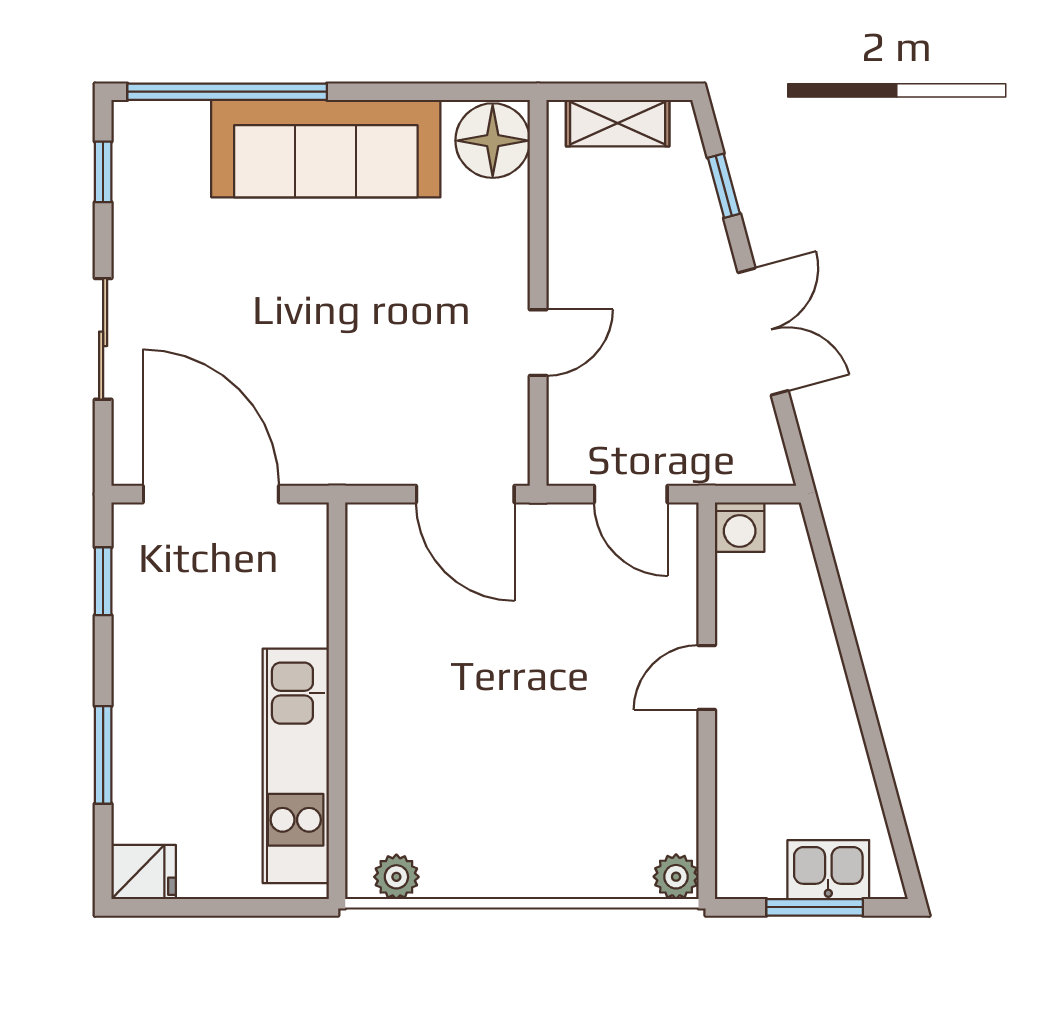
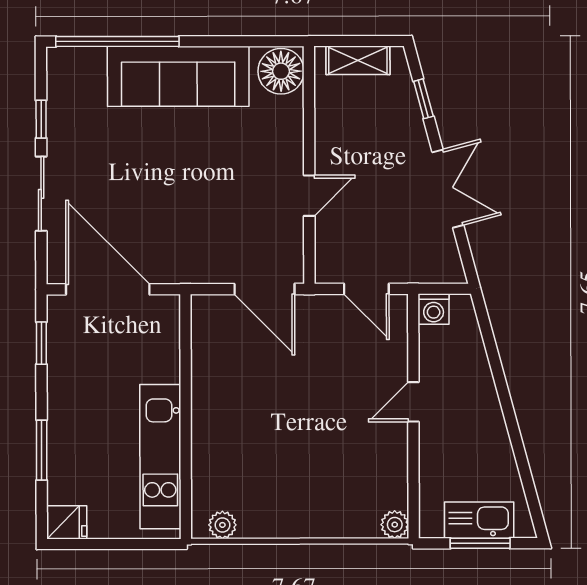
window: (103, 172) -> (41, 119), moved
kitchen sink: (828, 870) -> (479, 520), width x1.38

